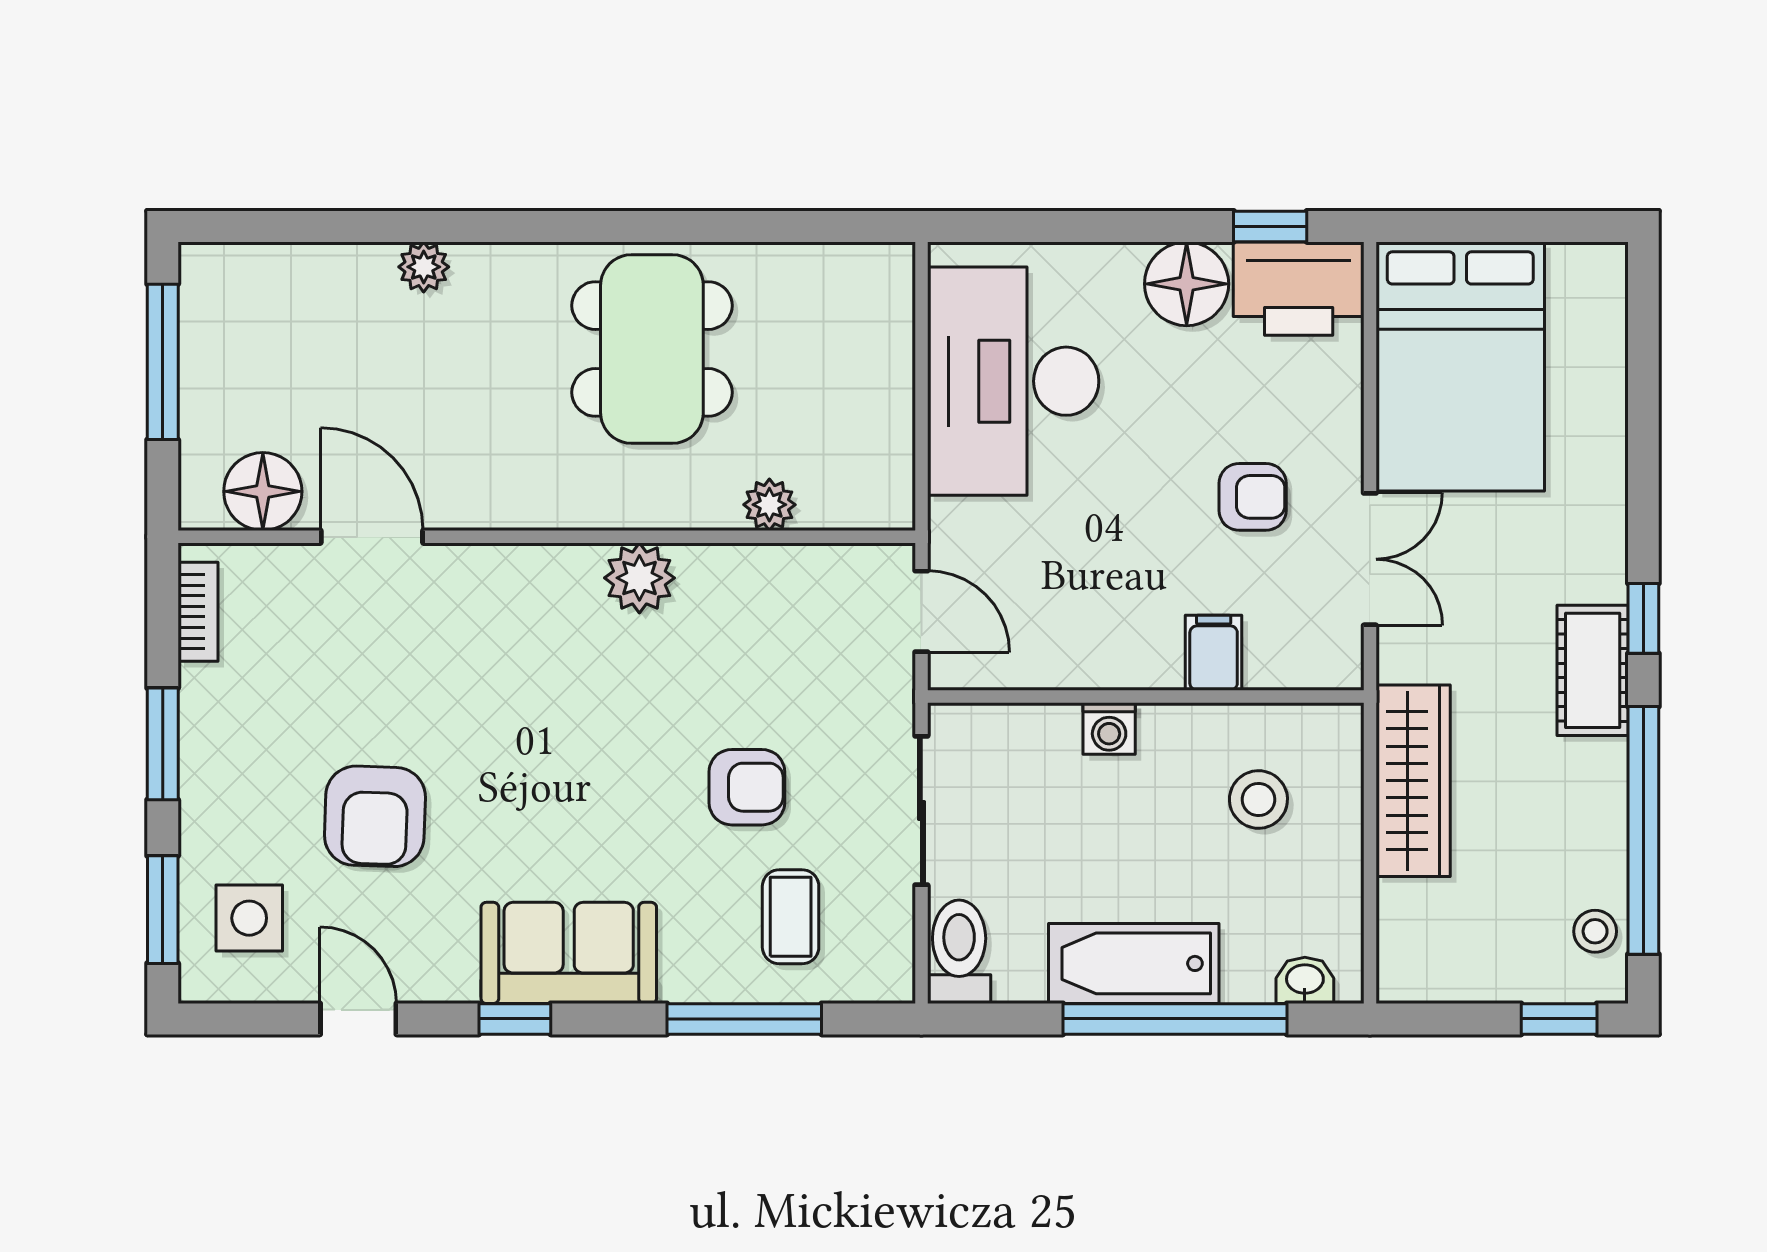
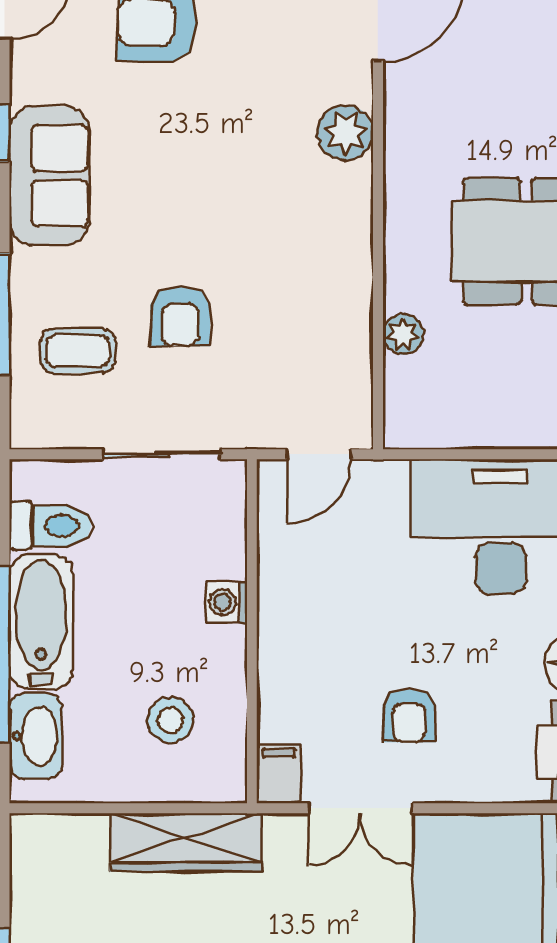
plant: (639, 578) -> (345, 133), moved
filing cabinet: (1214, 653) -> (279, 774), moved, turned -90
toilet: (959, 952) -> (50, 526), moved
washbasin: (1305, 980) -> (36, 736), width x1.91, depth x1.45

